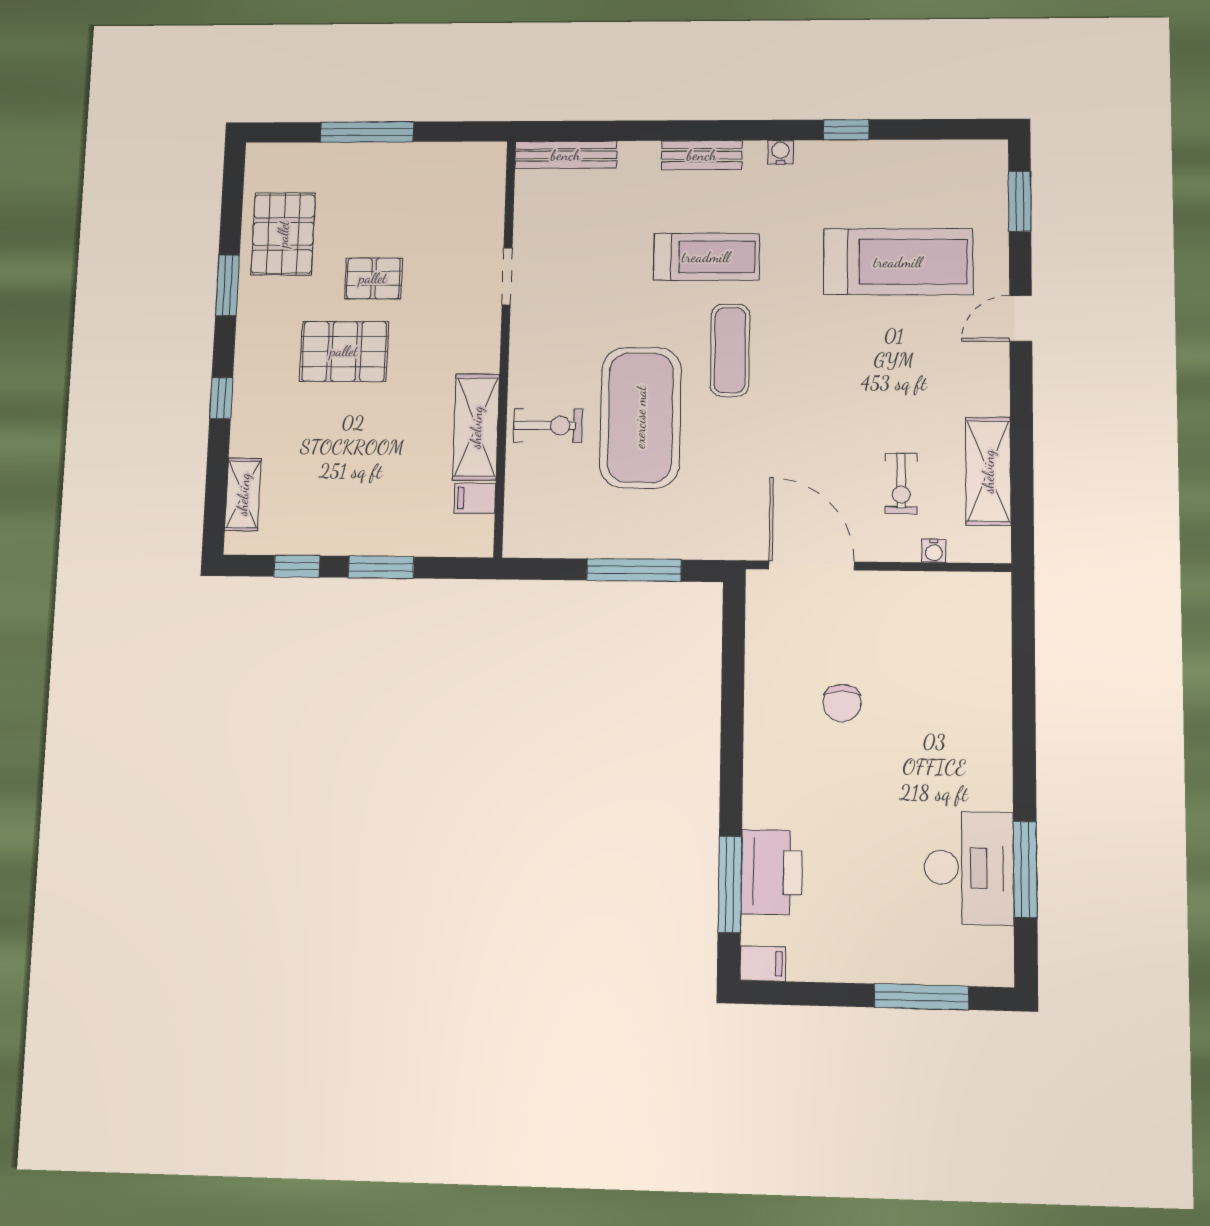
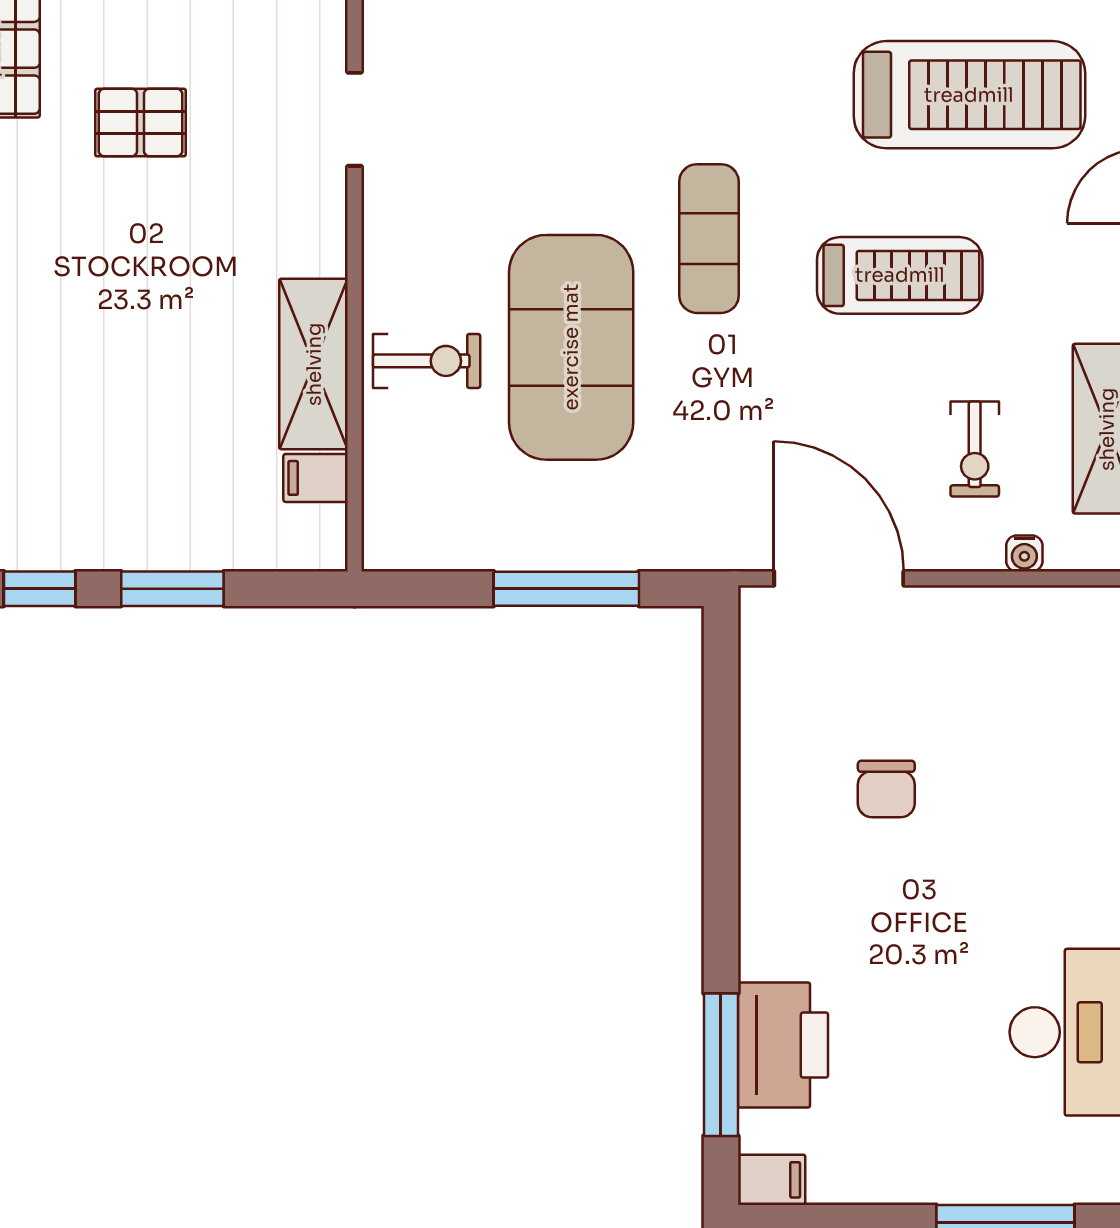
treadmill: (706, 257) -> (900, 275), moved
pallet: (344, 351) -> (99, 243), removed

